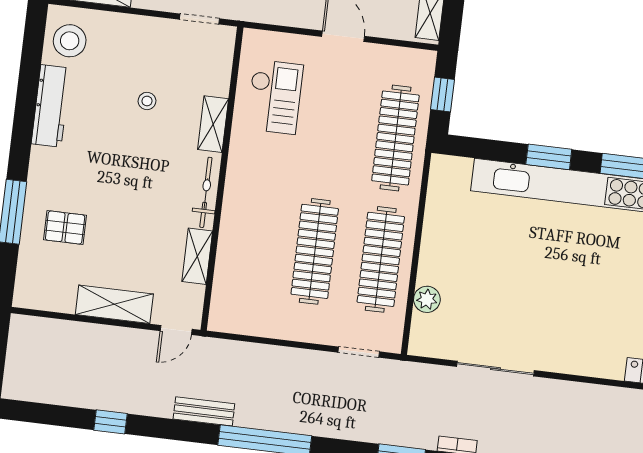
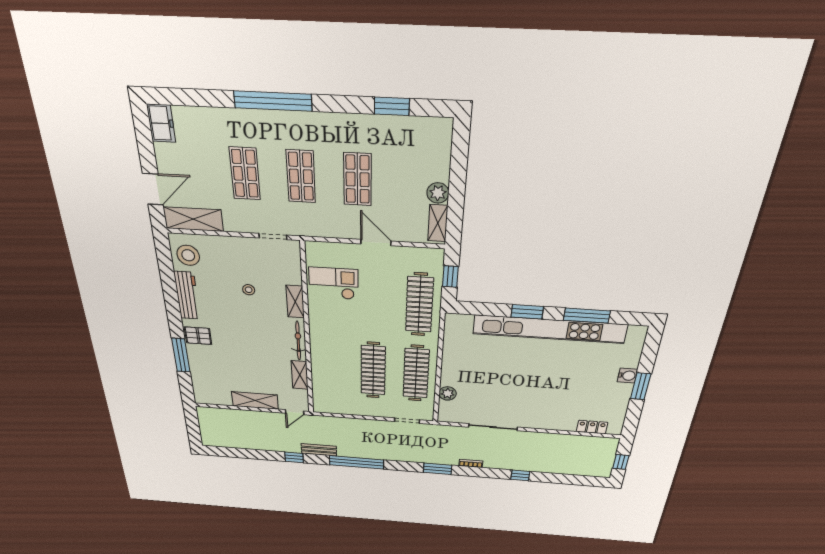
checkout: (275, 97) -> (334, 283), turned -90
pallet: (65, 228) -> (198, 336), moved
window: (111, 422) -> (294, 457), moved

